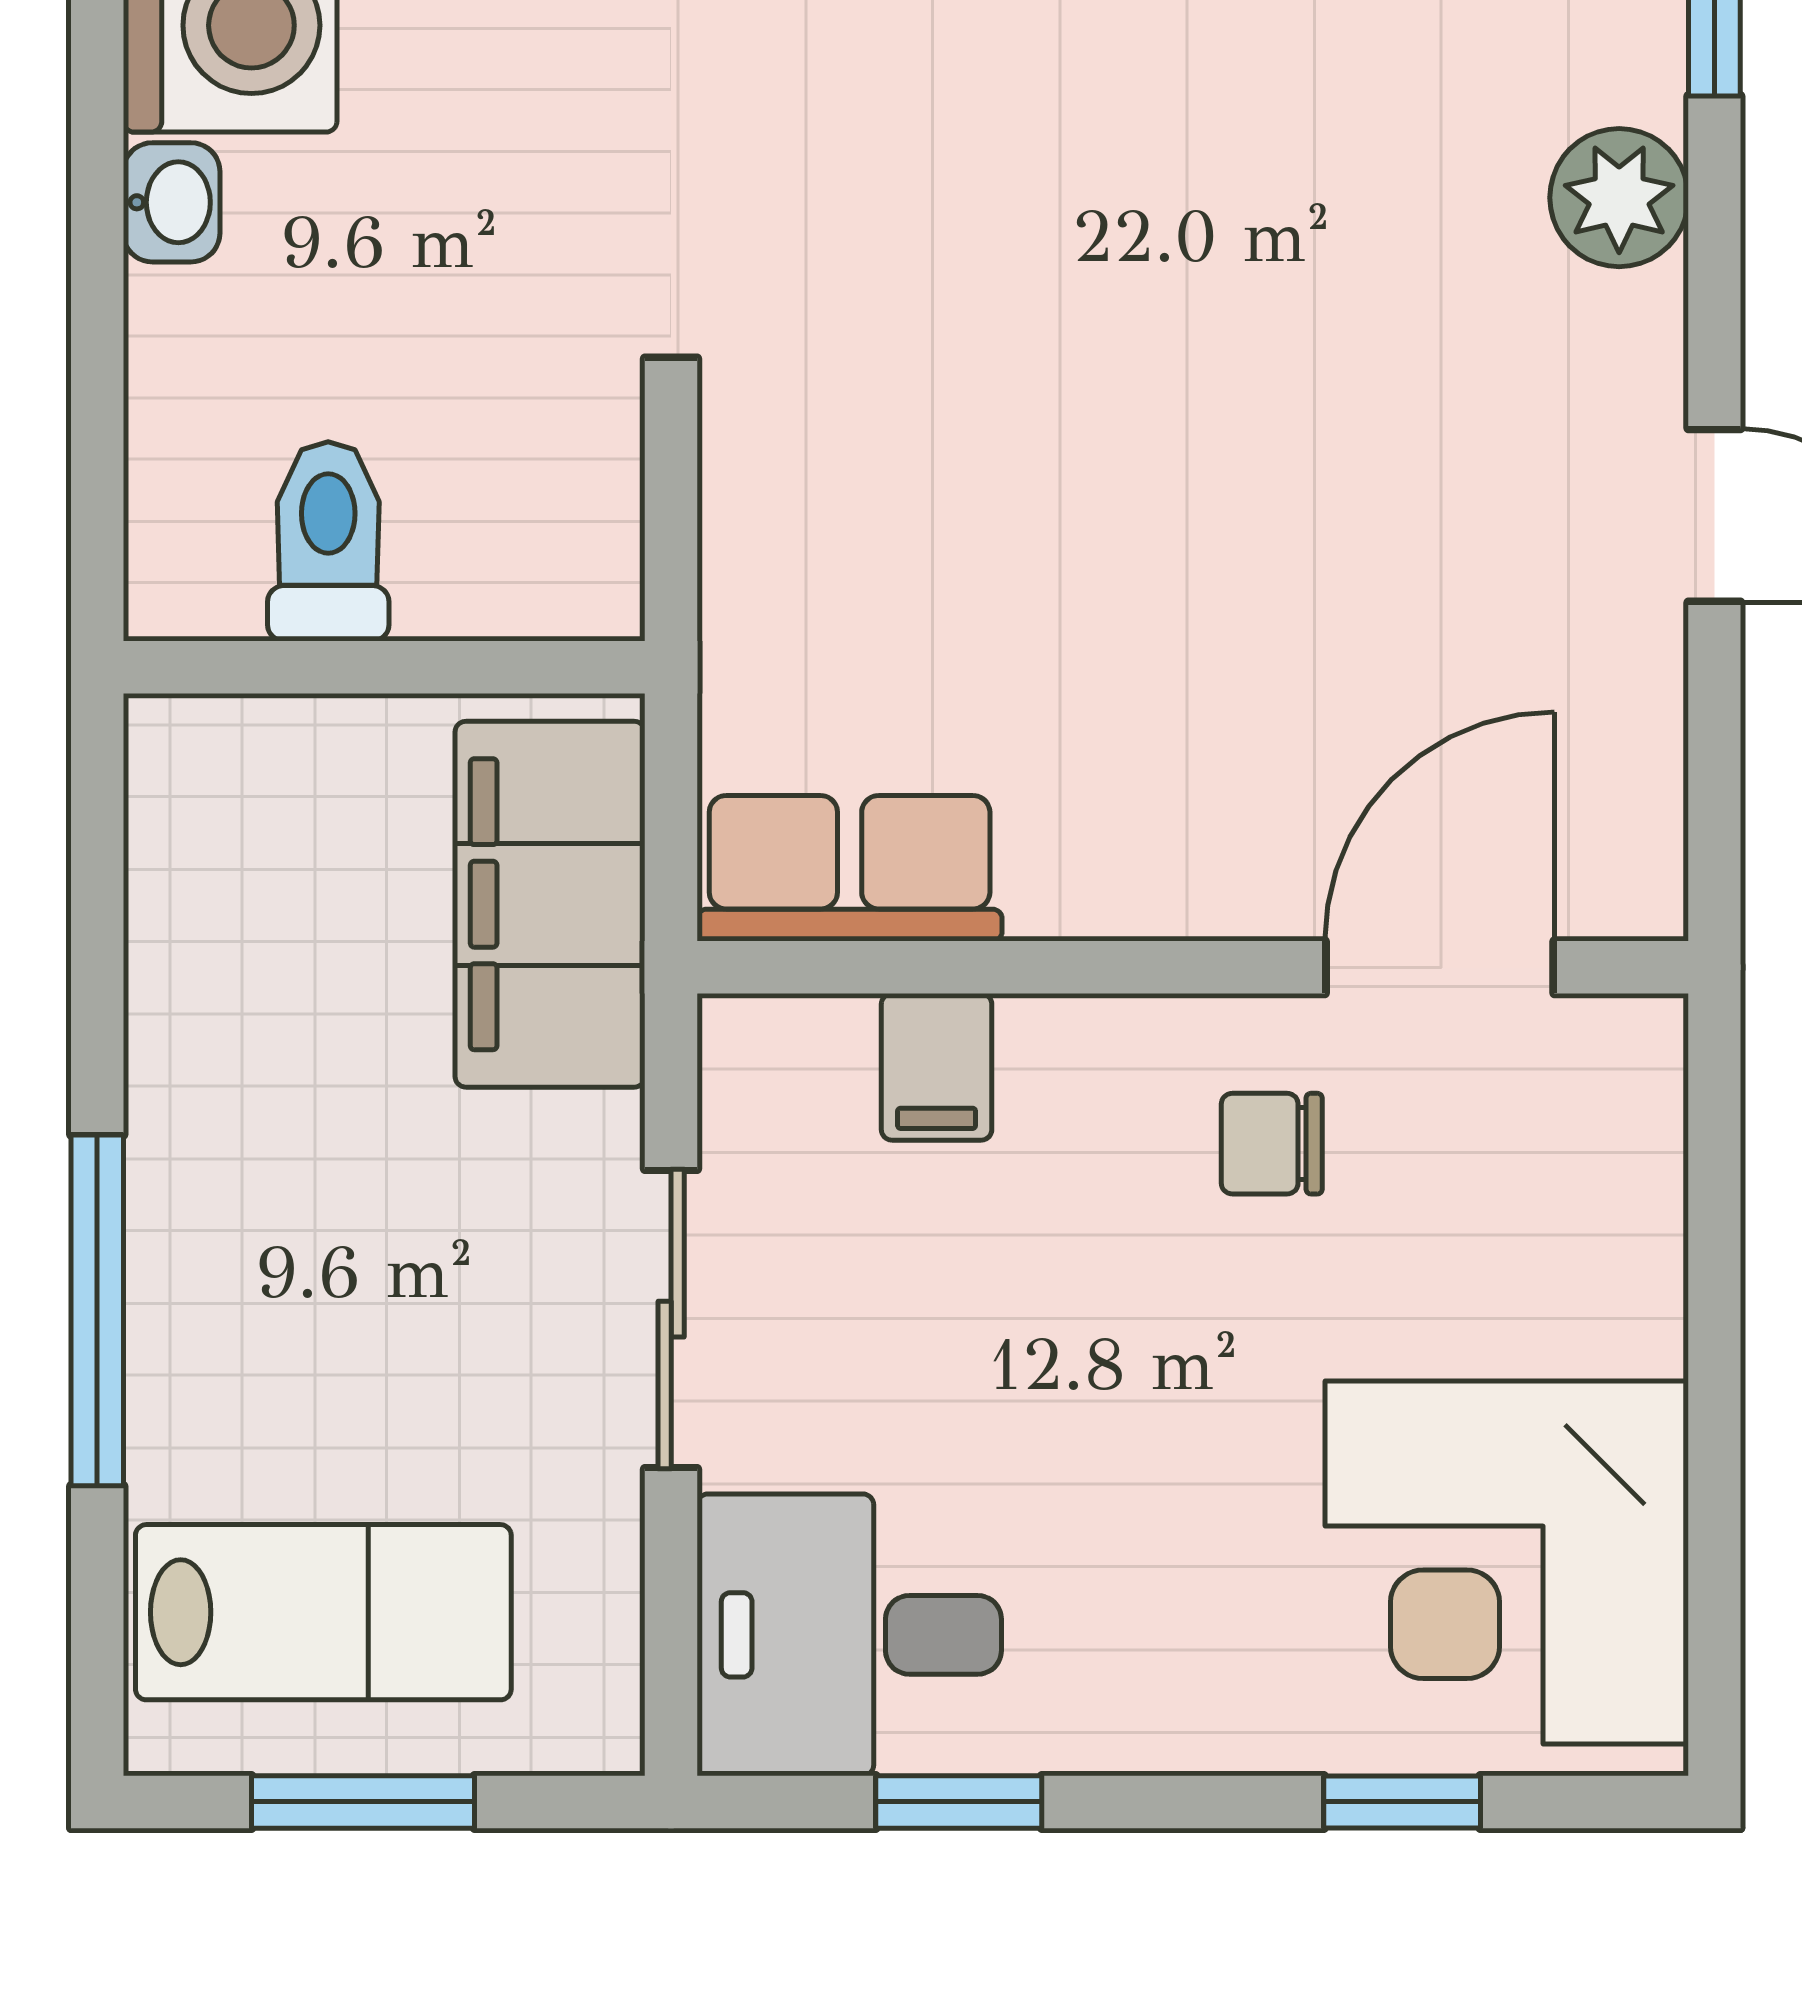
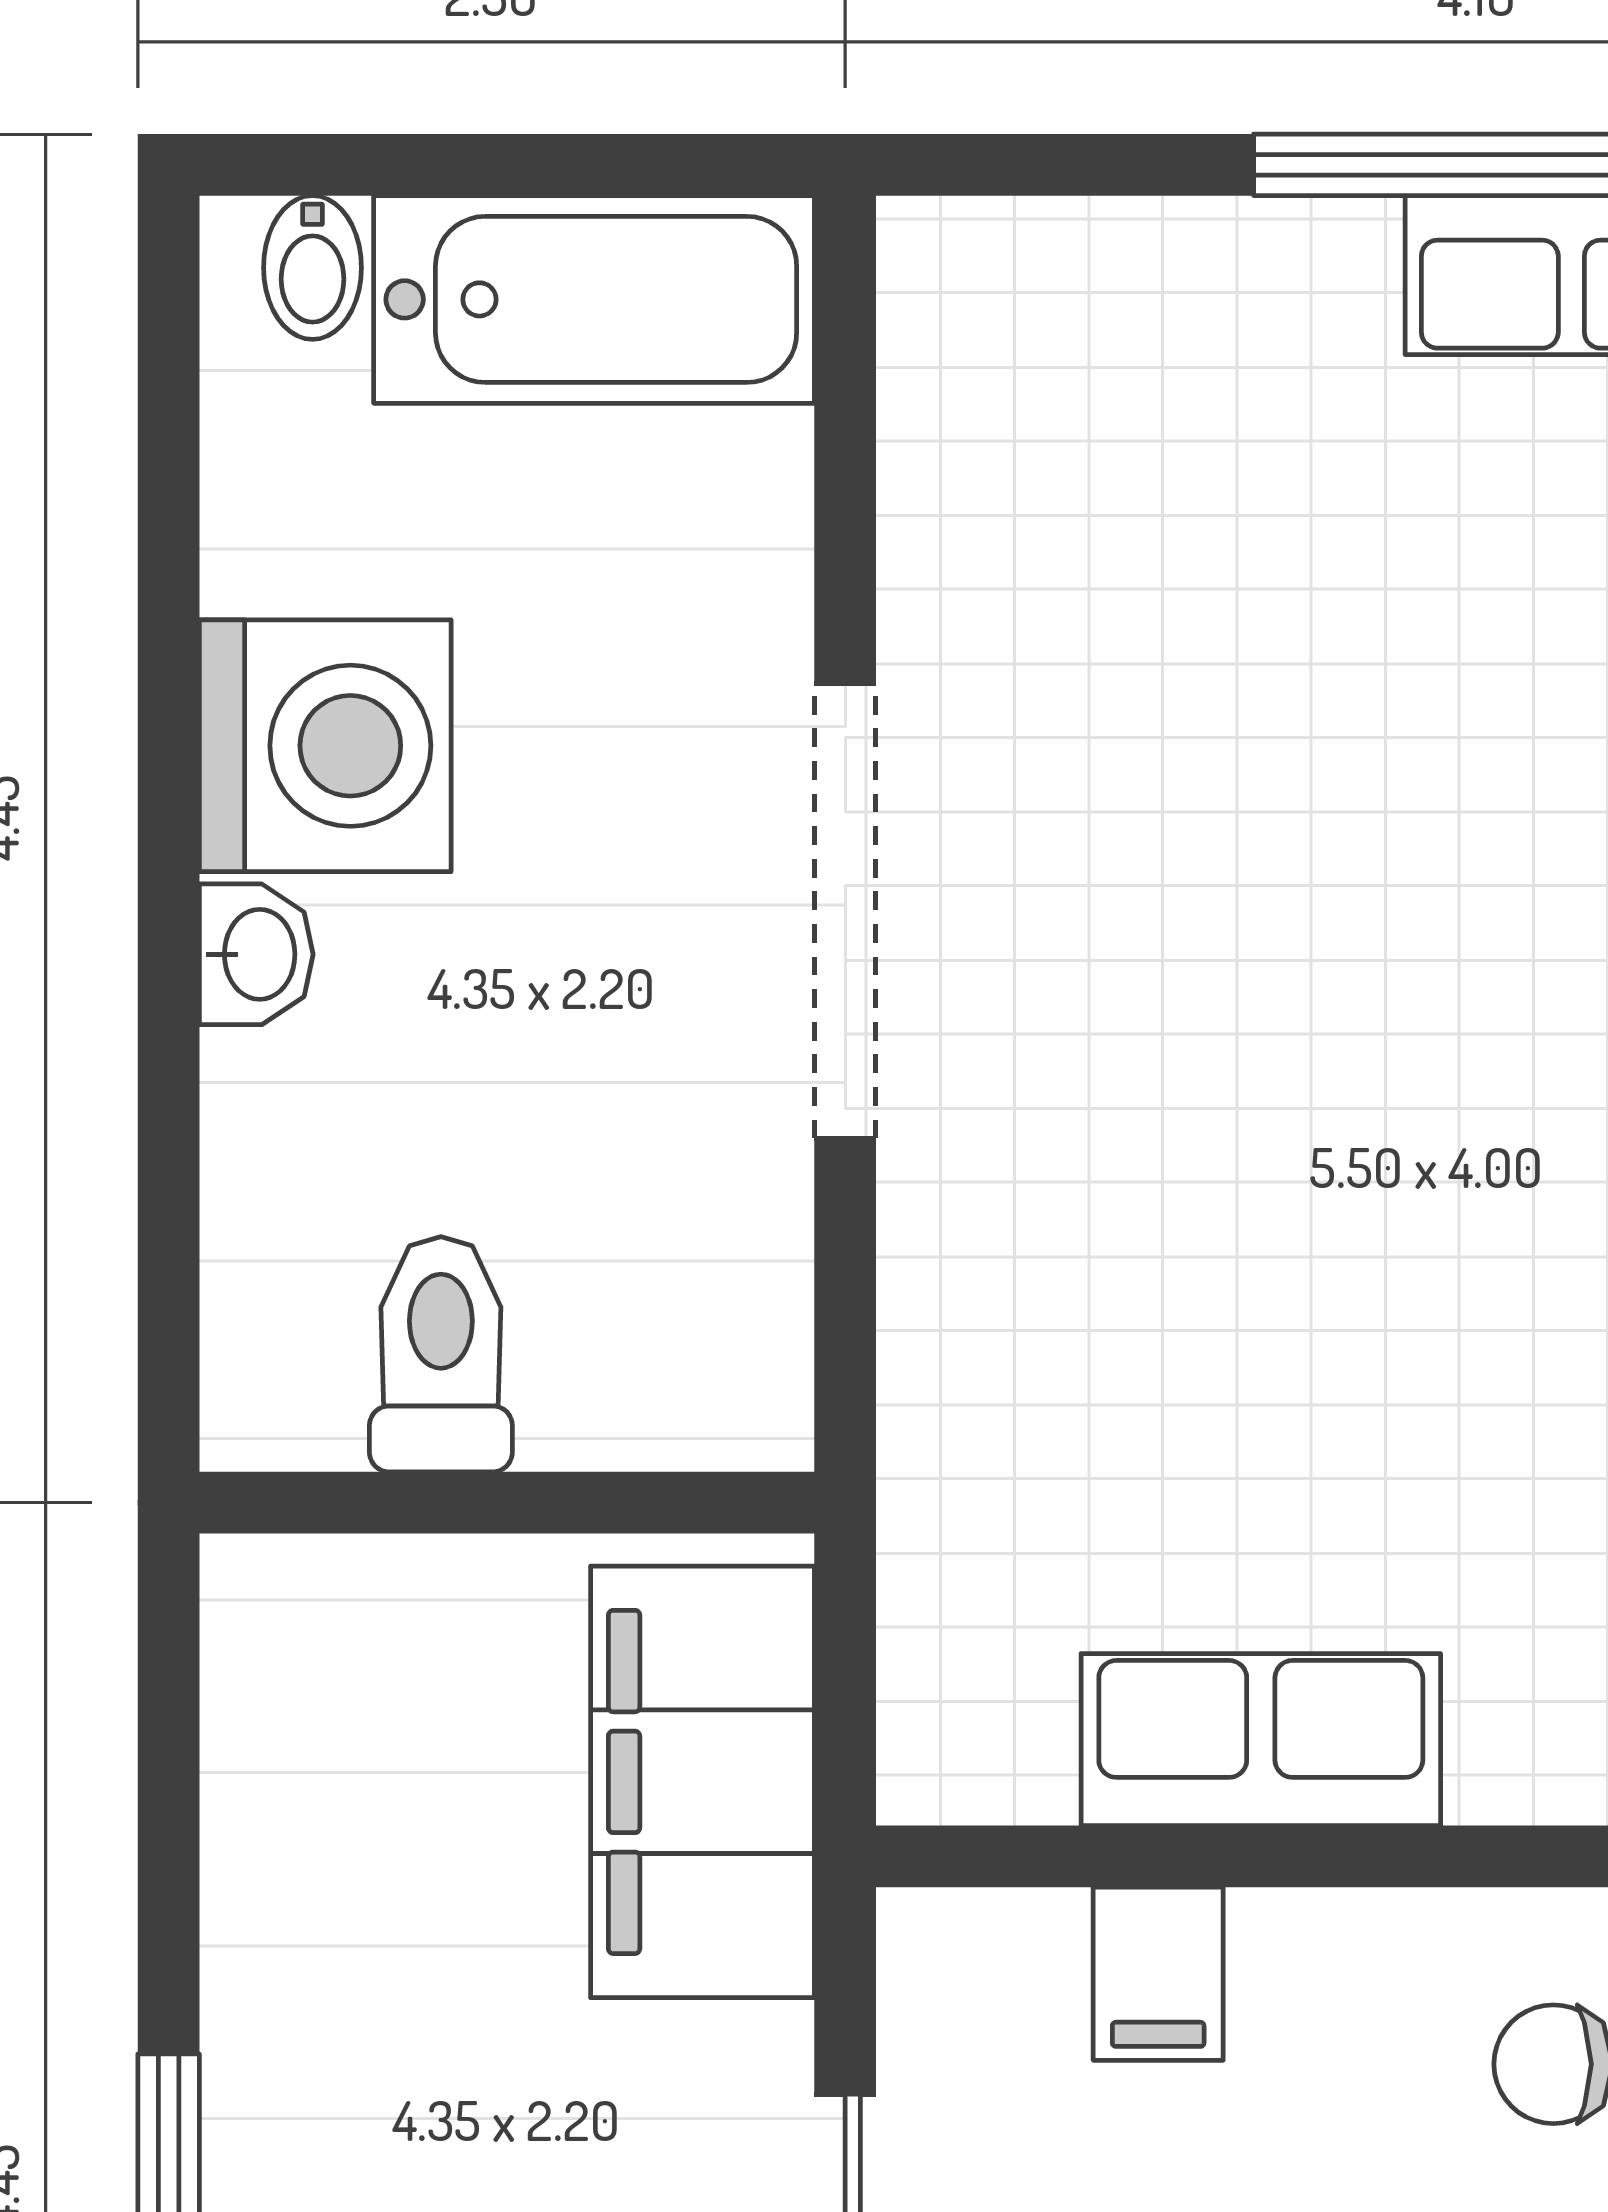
row of seats: (850, 868) -> (1261, 1740), moved

